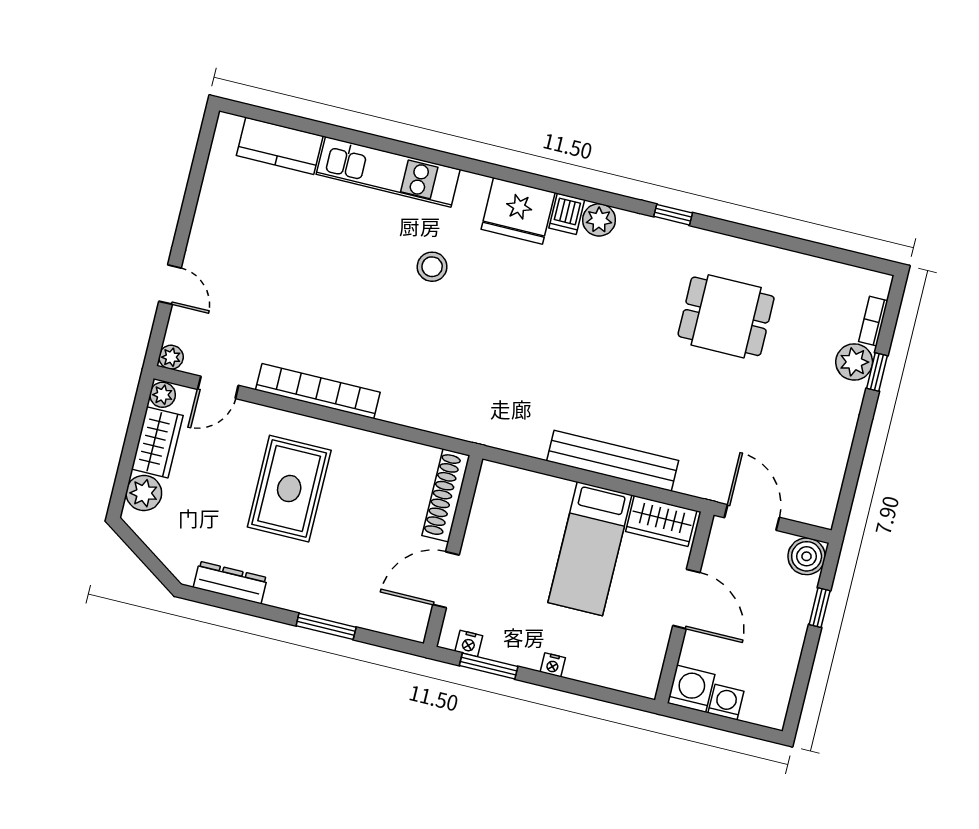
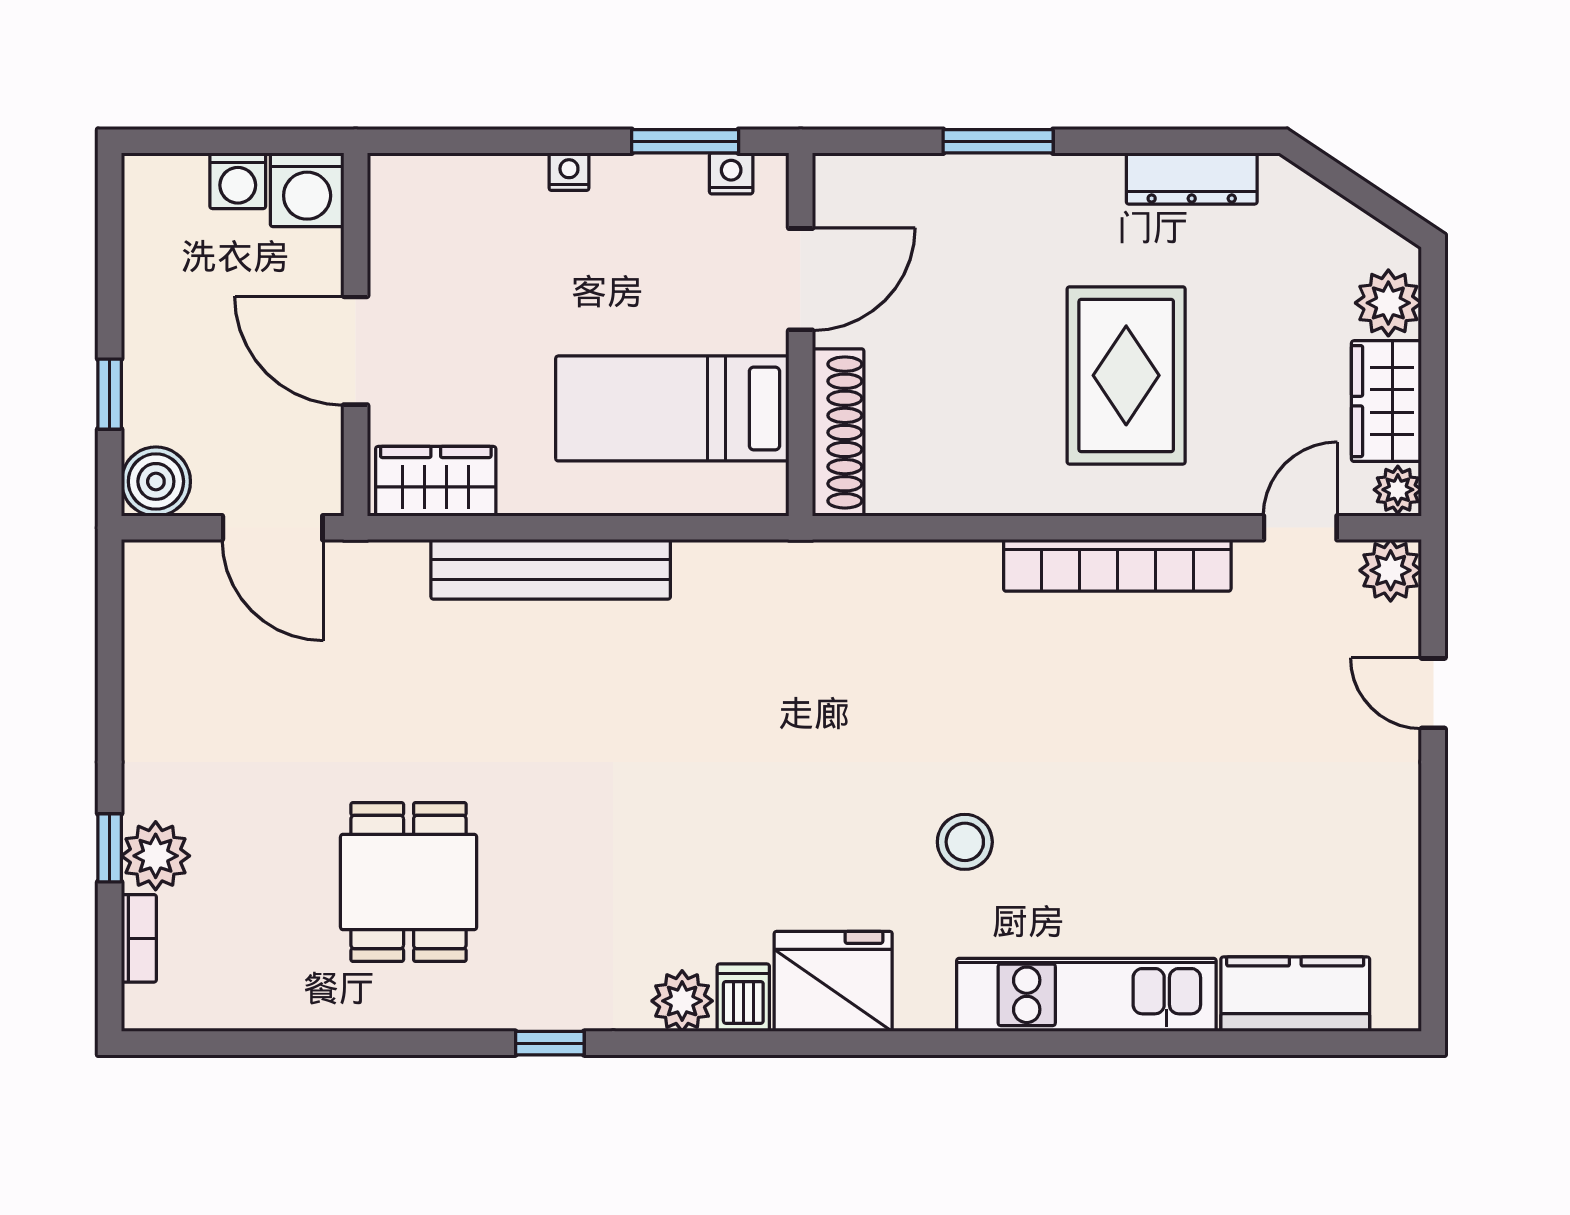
dining table: (726, 316) -> (409, 882), turned 90
plant: (171, 357) -> (1391, 570), width x1.38, depth x1.38
bed: (590, 549) -> (672, 408), moved, turned -90

